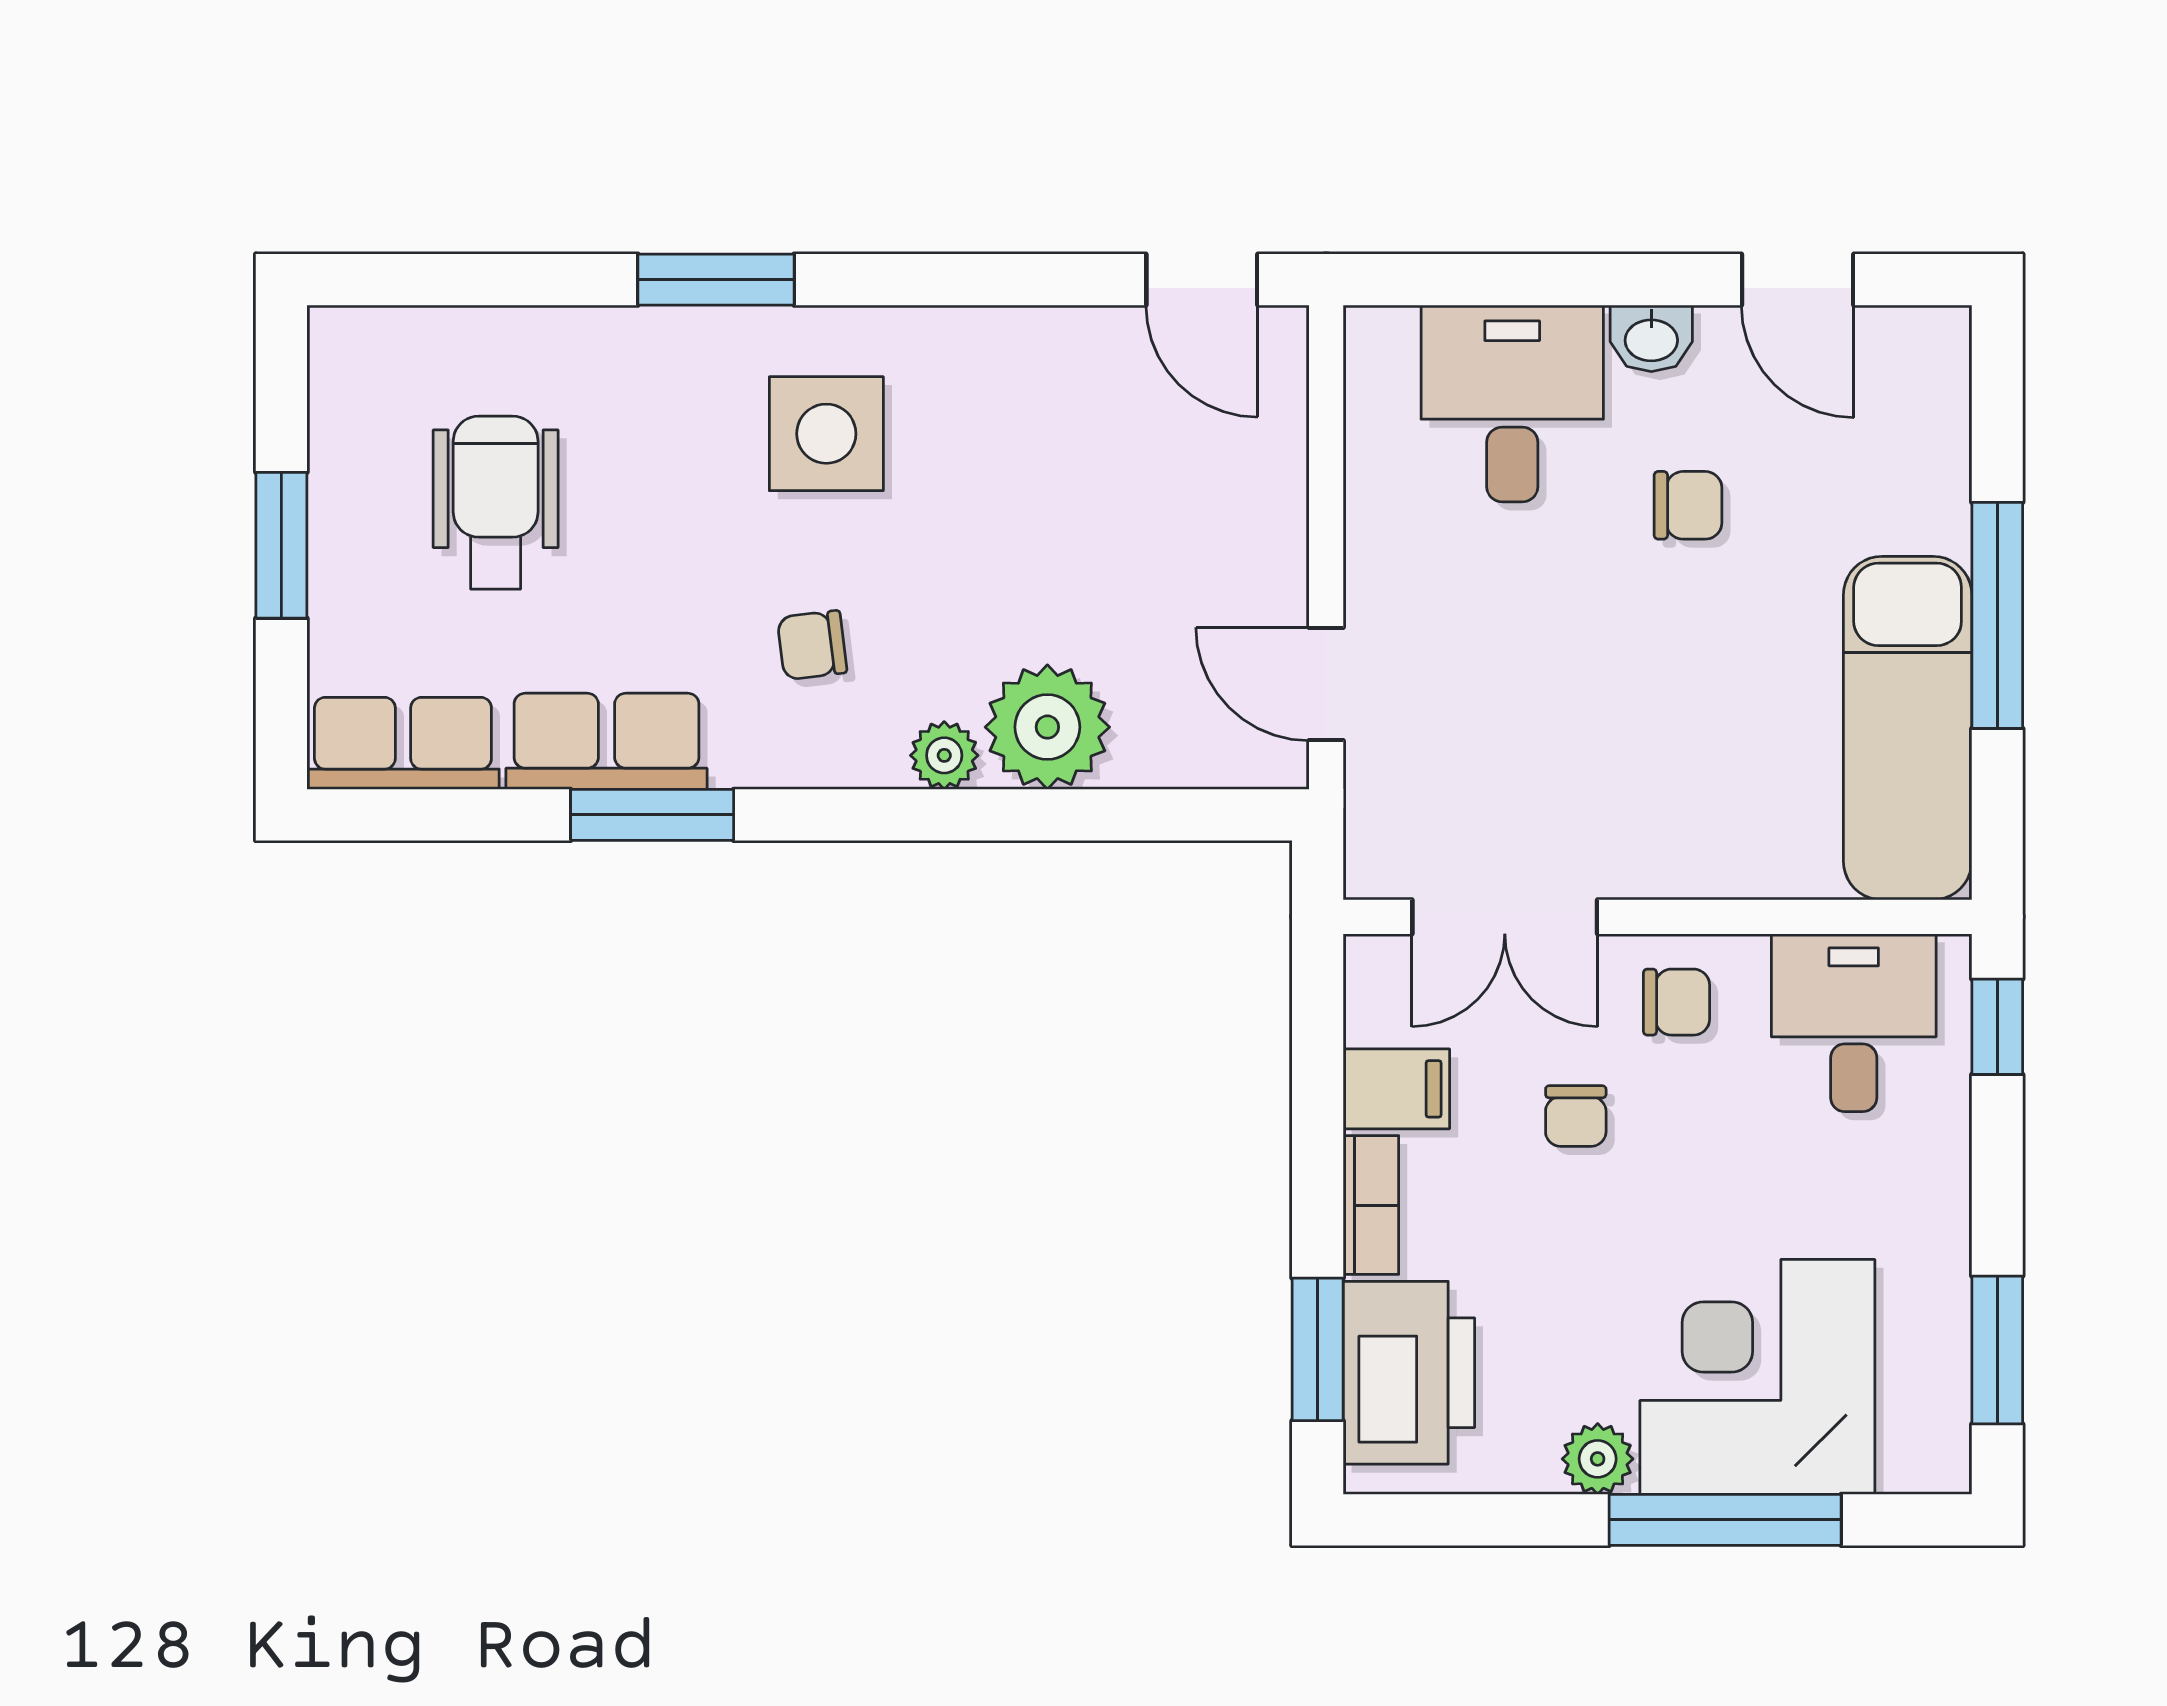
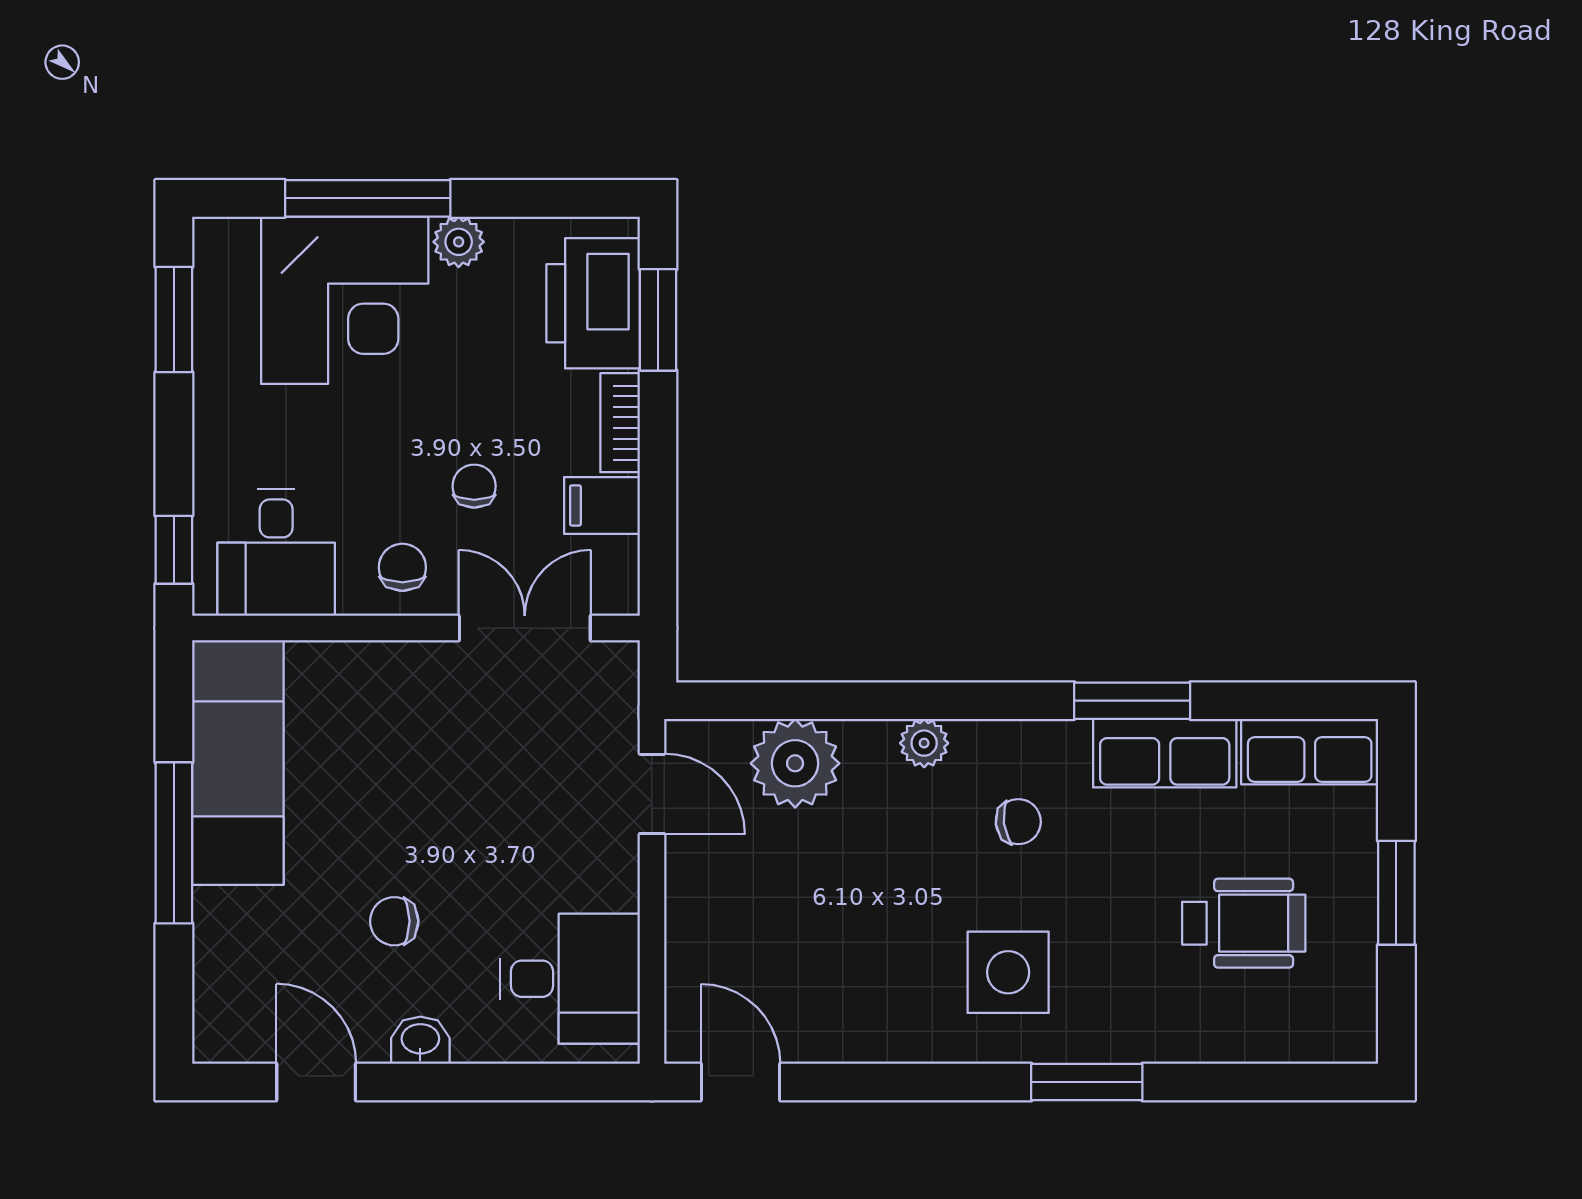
desk: (1512, 404) -> (570, 979), moved, turned -90
wheelchair: (496, 503) -> (1244, 923), turned -90
plant: (1047, 727) -> (795, 763), moved
chair: (1676, 1002) -> (402, 567), turned 90

